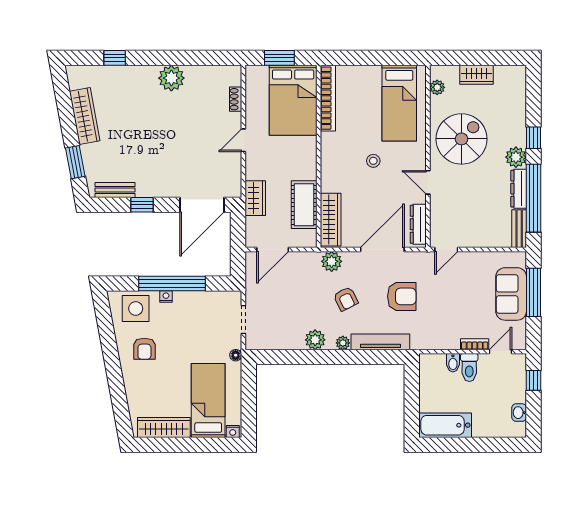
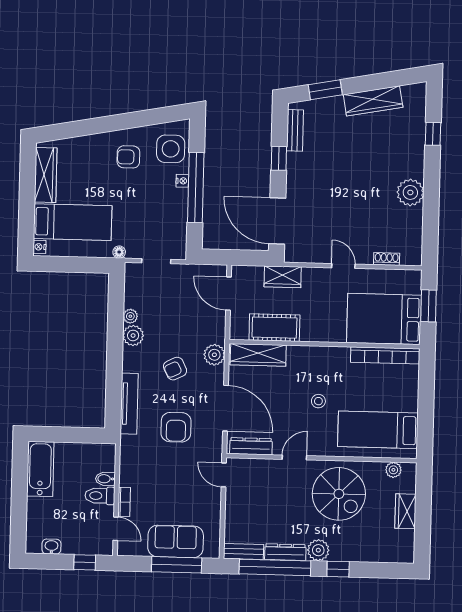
plant: (343, 343) -> (130, 316), moved

